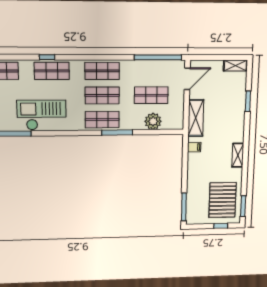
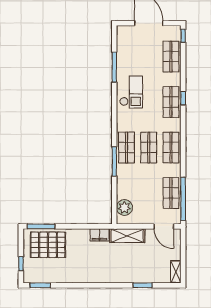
shop shelf: (151, 95) -> (171, 193), moved
checkout: (42, 115) -> (131, 92), width x0.73, depth x0.83
plant: (153, 121) -> (124, 208), moved
filing cabinet: (194, 147) -> (99, 235), width x2.00
shelving: (238, 155) -> (91, 278), removed
pallet: (223, 200) -> (48, 245), moved

